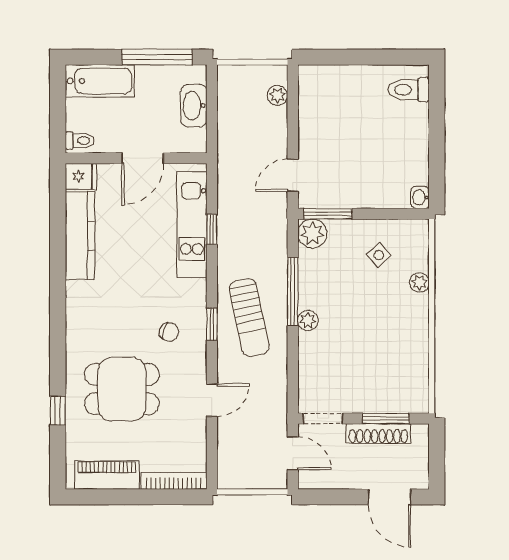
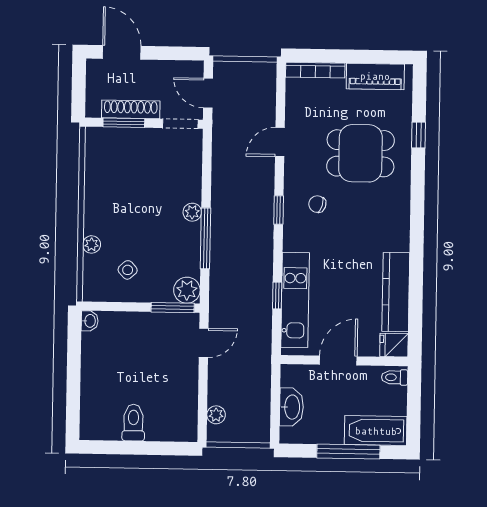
window: (157, 57) -> (348, 452), moved
toilet: (409, 90) -> (133, 423), moved, turned -90
sun lounger: (249, 318) -> (245, 216), removed

